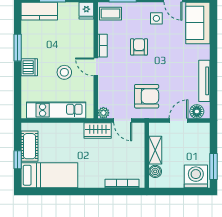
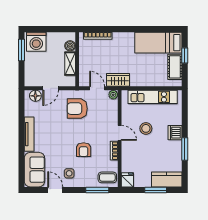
tv unit: (204, 81) -> (29, 134), moved

